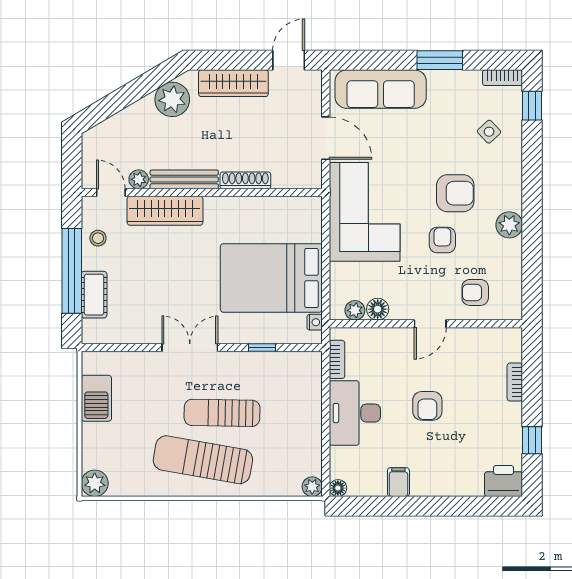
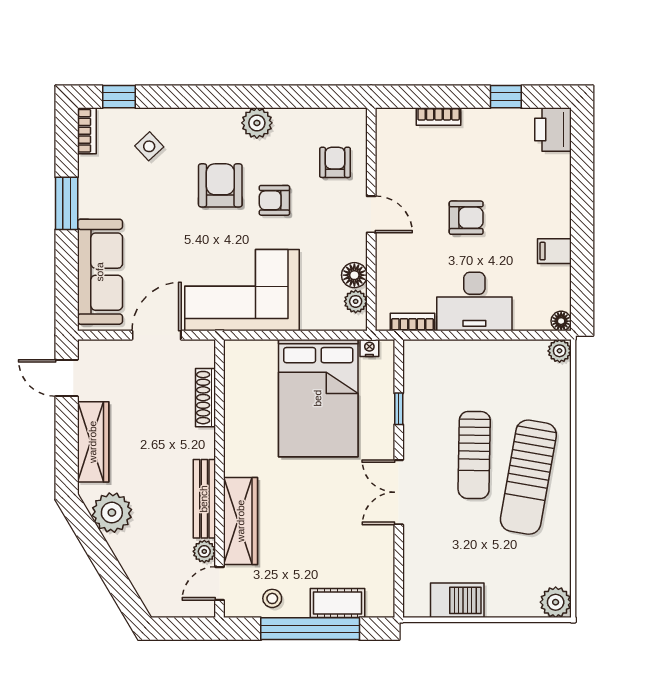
shoe rack: (245, 180) -> (205, 398), moved
armchair: (475, 292) -> (335, 162), turned 180

